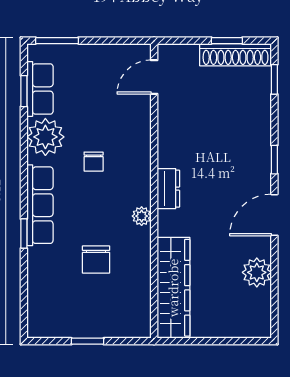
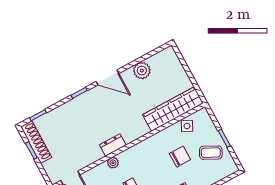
dresser: (168, 189) -> (113, 145), moved
plant: (142, 216) -> (113, 163), moved
side table: (136, 295) -> (187, 126), added
coffee table: (77, 309) -> (211, 153), added

